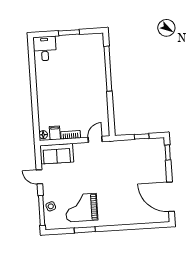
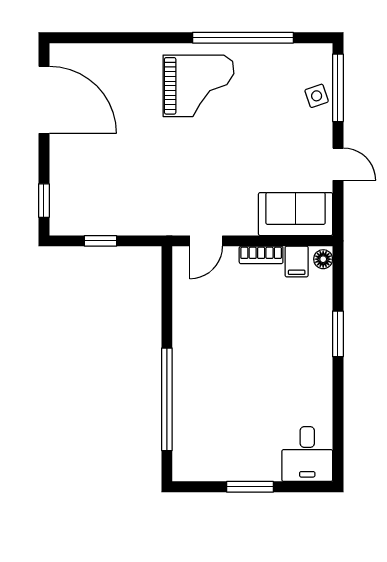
window: (35, 102) -> (338, 334), added
grand piano: (81, 208) -> (198, 86), moved
window: (85, 230) -> (243, 38), width x2.11

